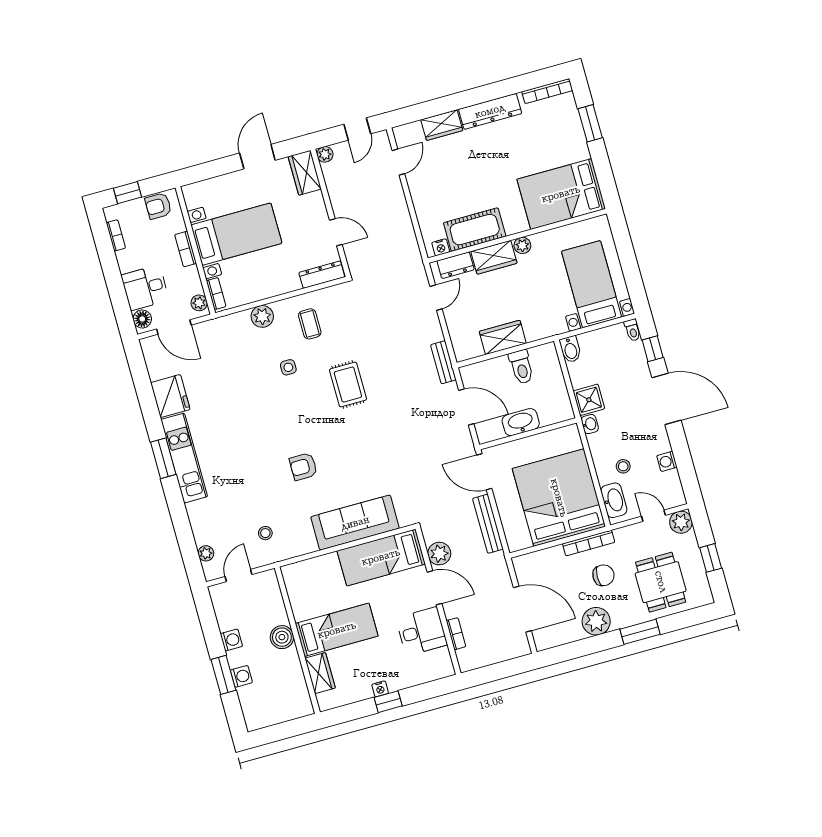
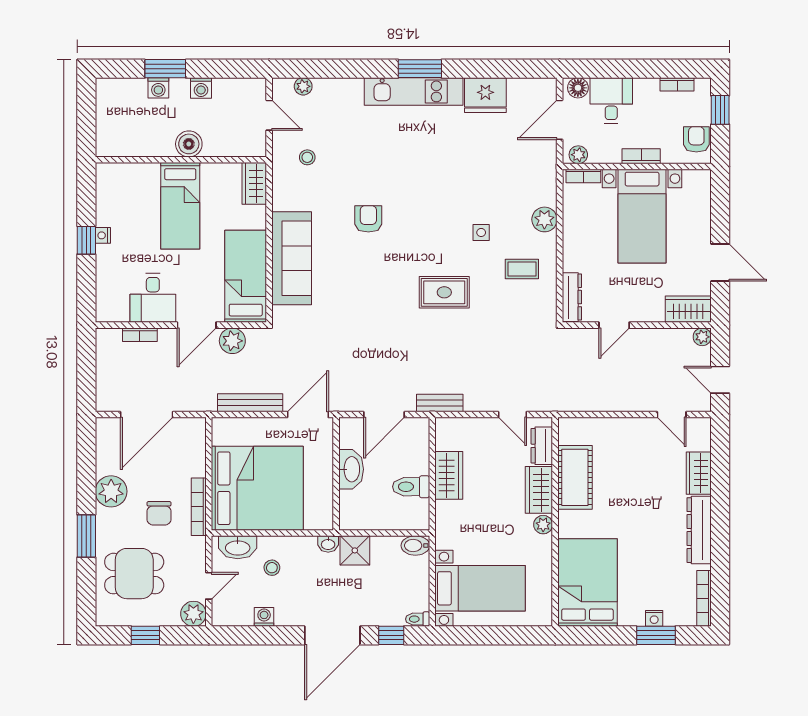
nightstand: (441, 247) -> (654, 618), moved, turned -90
wardrobe: (320, 673) -> (254, 183), moved, turned 90

